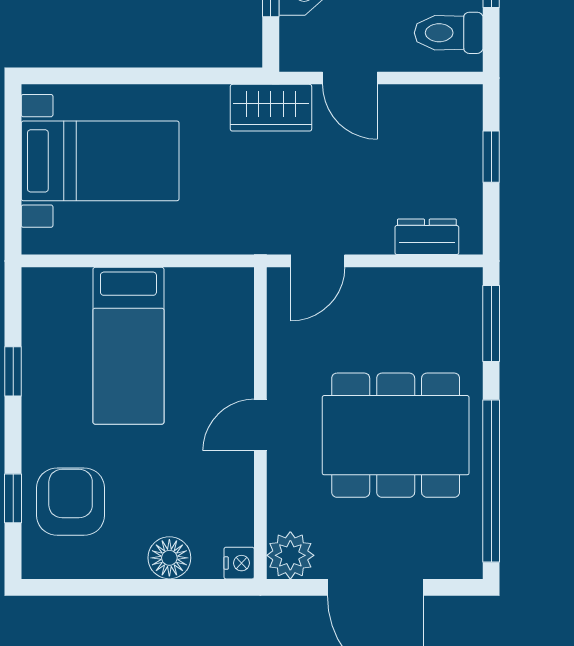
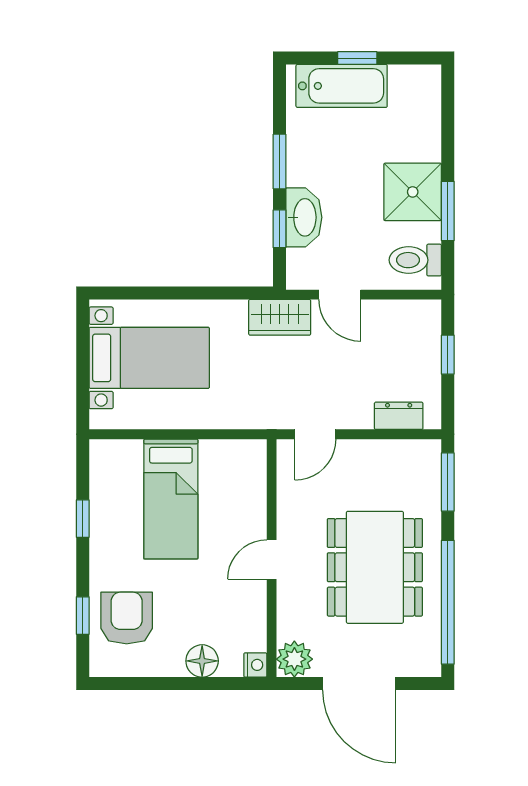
dining table: (396, 435) -> (375, 567), turned 90

